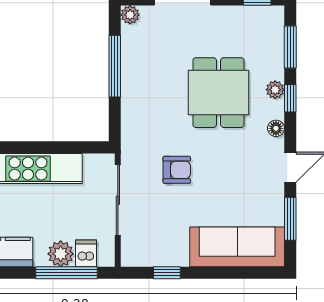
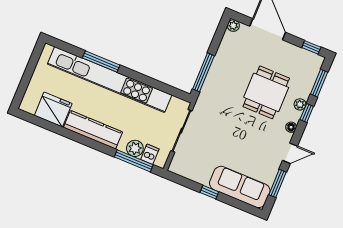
window: (115, 66) -> (203, 72), moved
armchair: (177, 170) -> (223, 127), removed
window: (167, 273) -> (209, 192), moved

